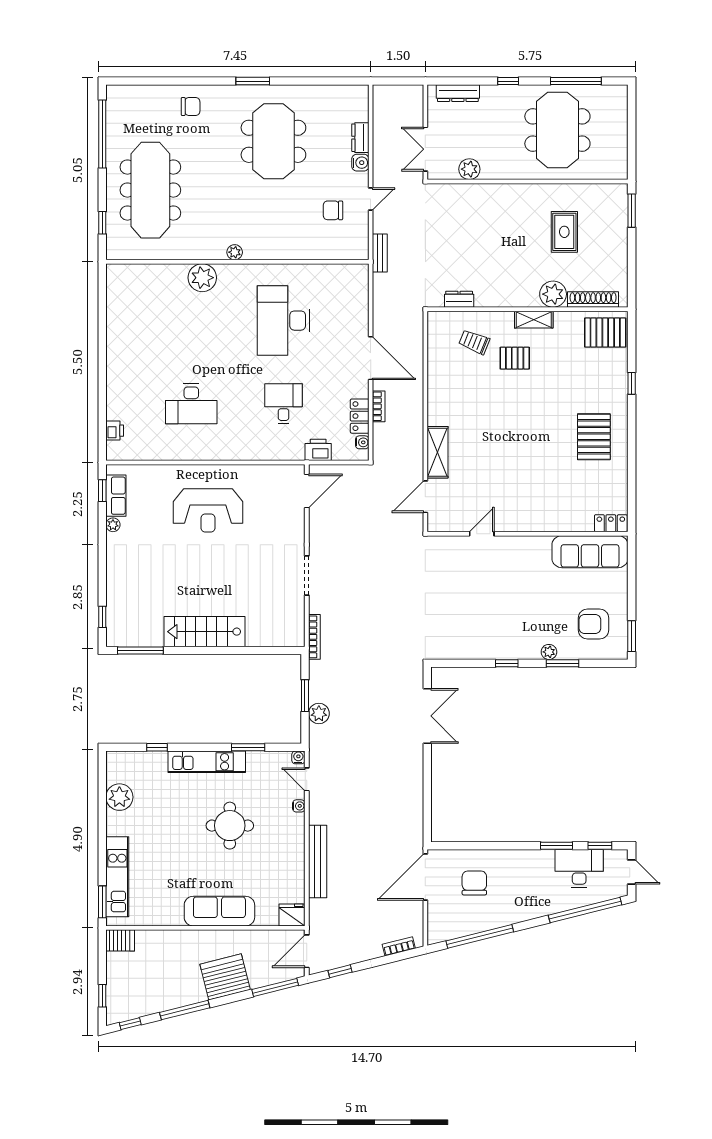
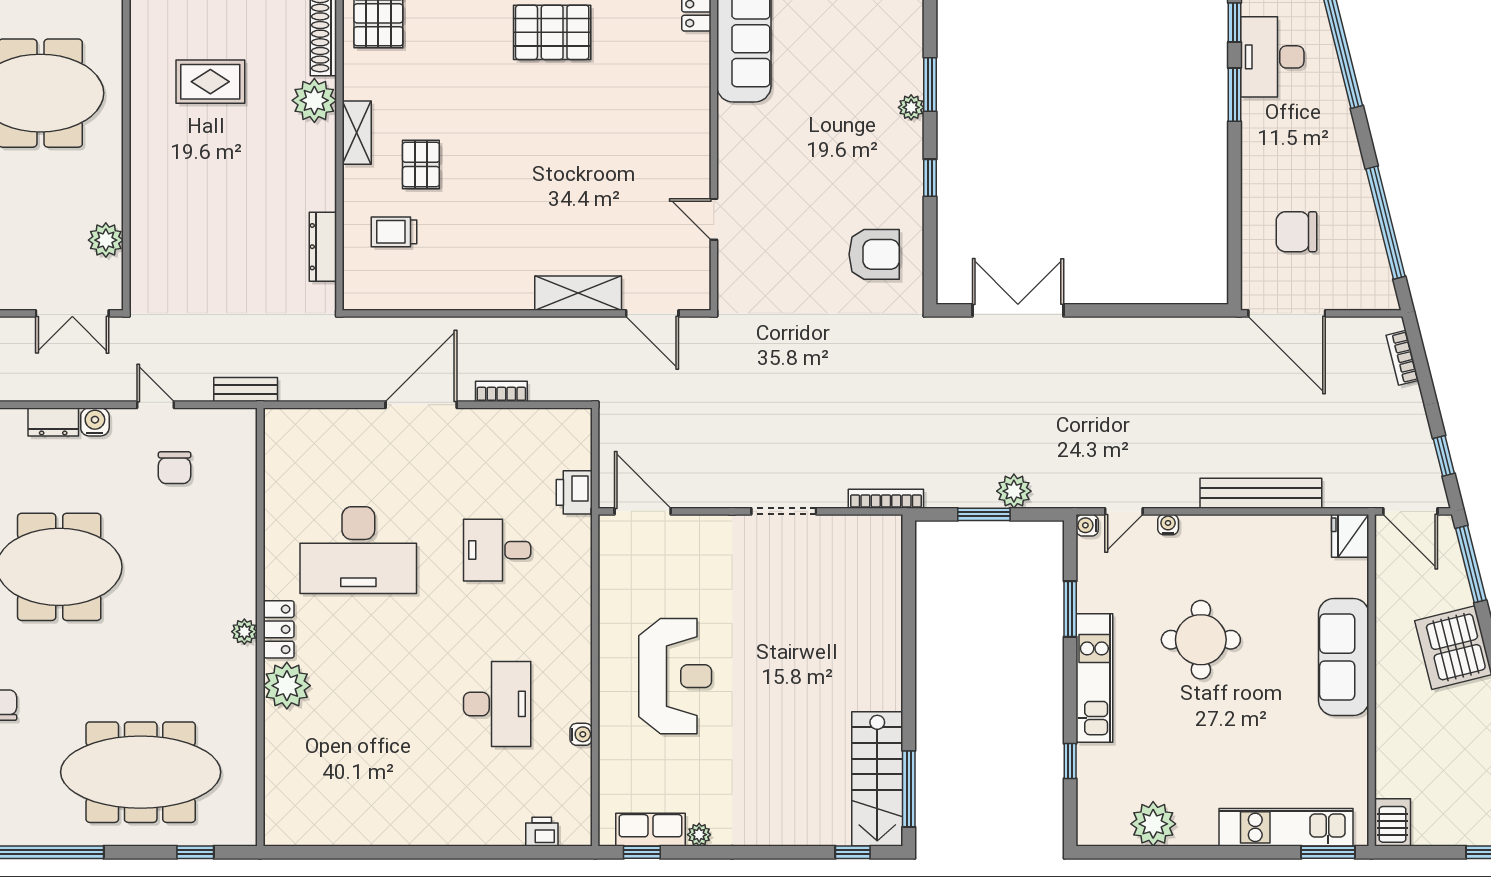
dresser: (459, 299) -> (323, 247), width x1.44
trolley: (474, 342) -> (394, 232), turned 68
locker: (360, 416) -> (279, 629), moved, turned -90
water cooler: (362, 442) -> (581, 734), moved, turned 90
armchair: (593, 624) -> (874, 254), moved, turned -90
stairs: (204, 632) -> (877, 779), moved

